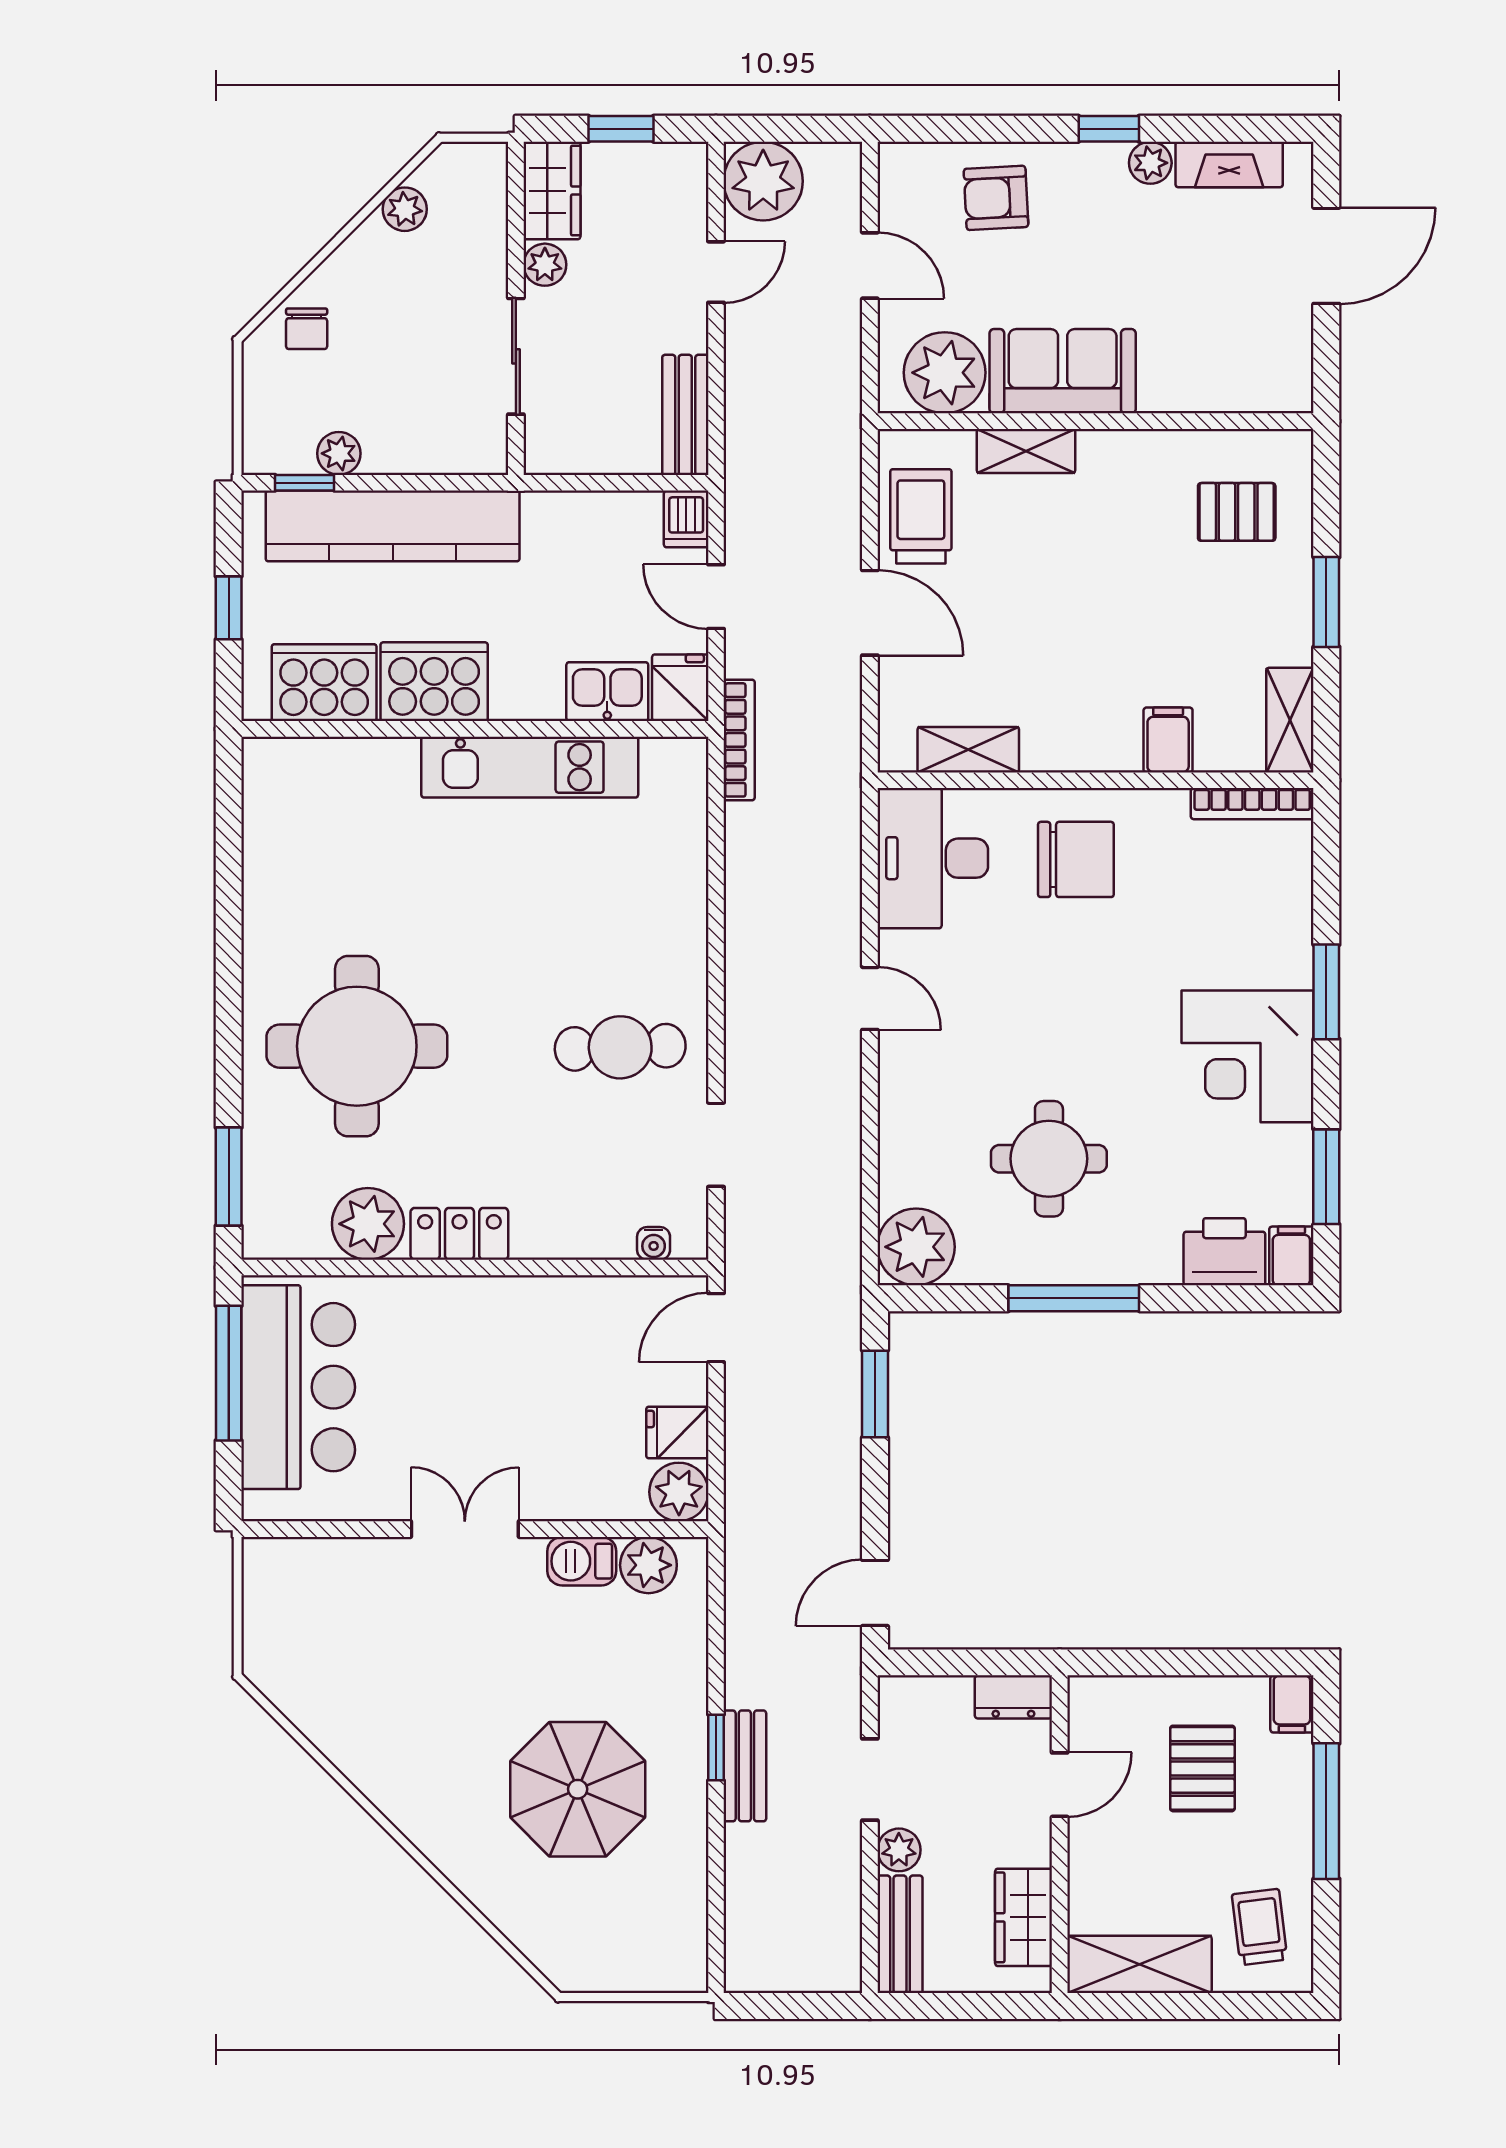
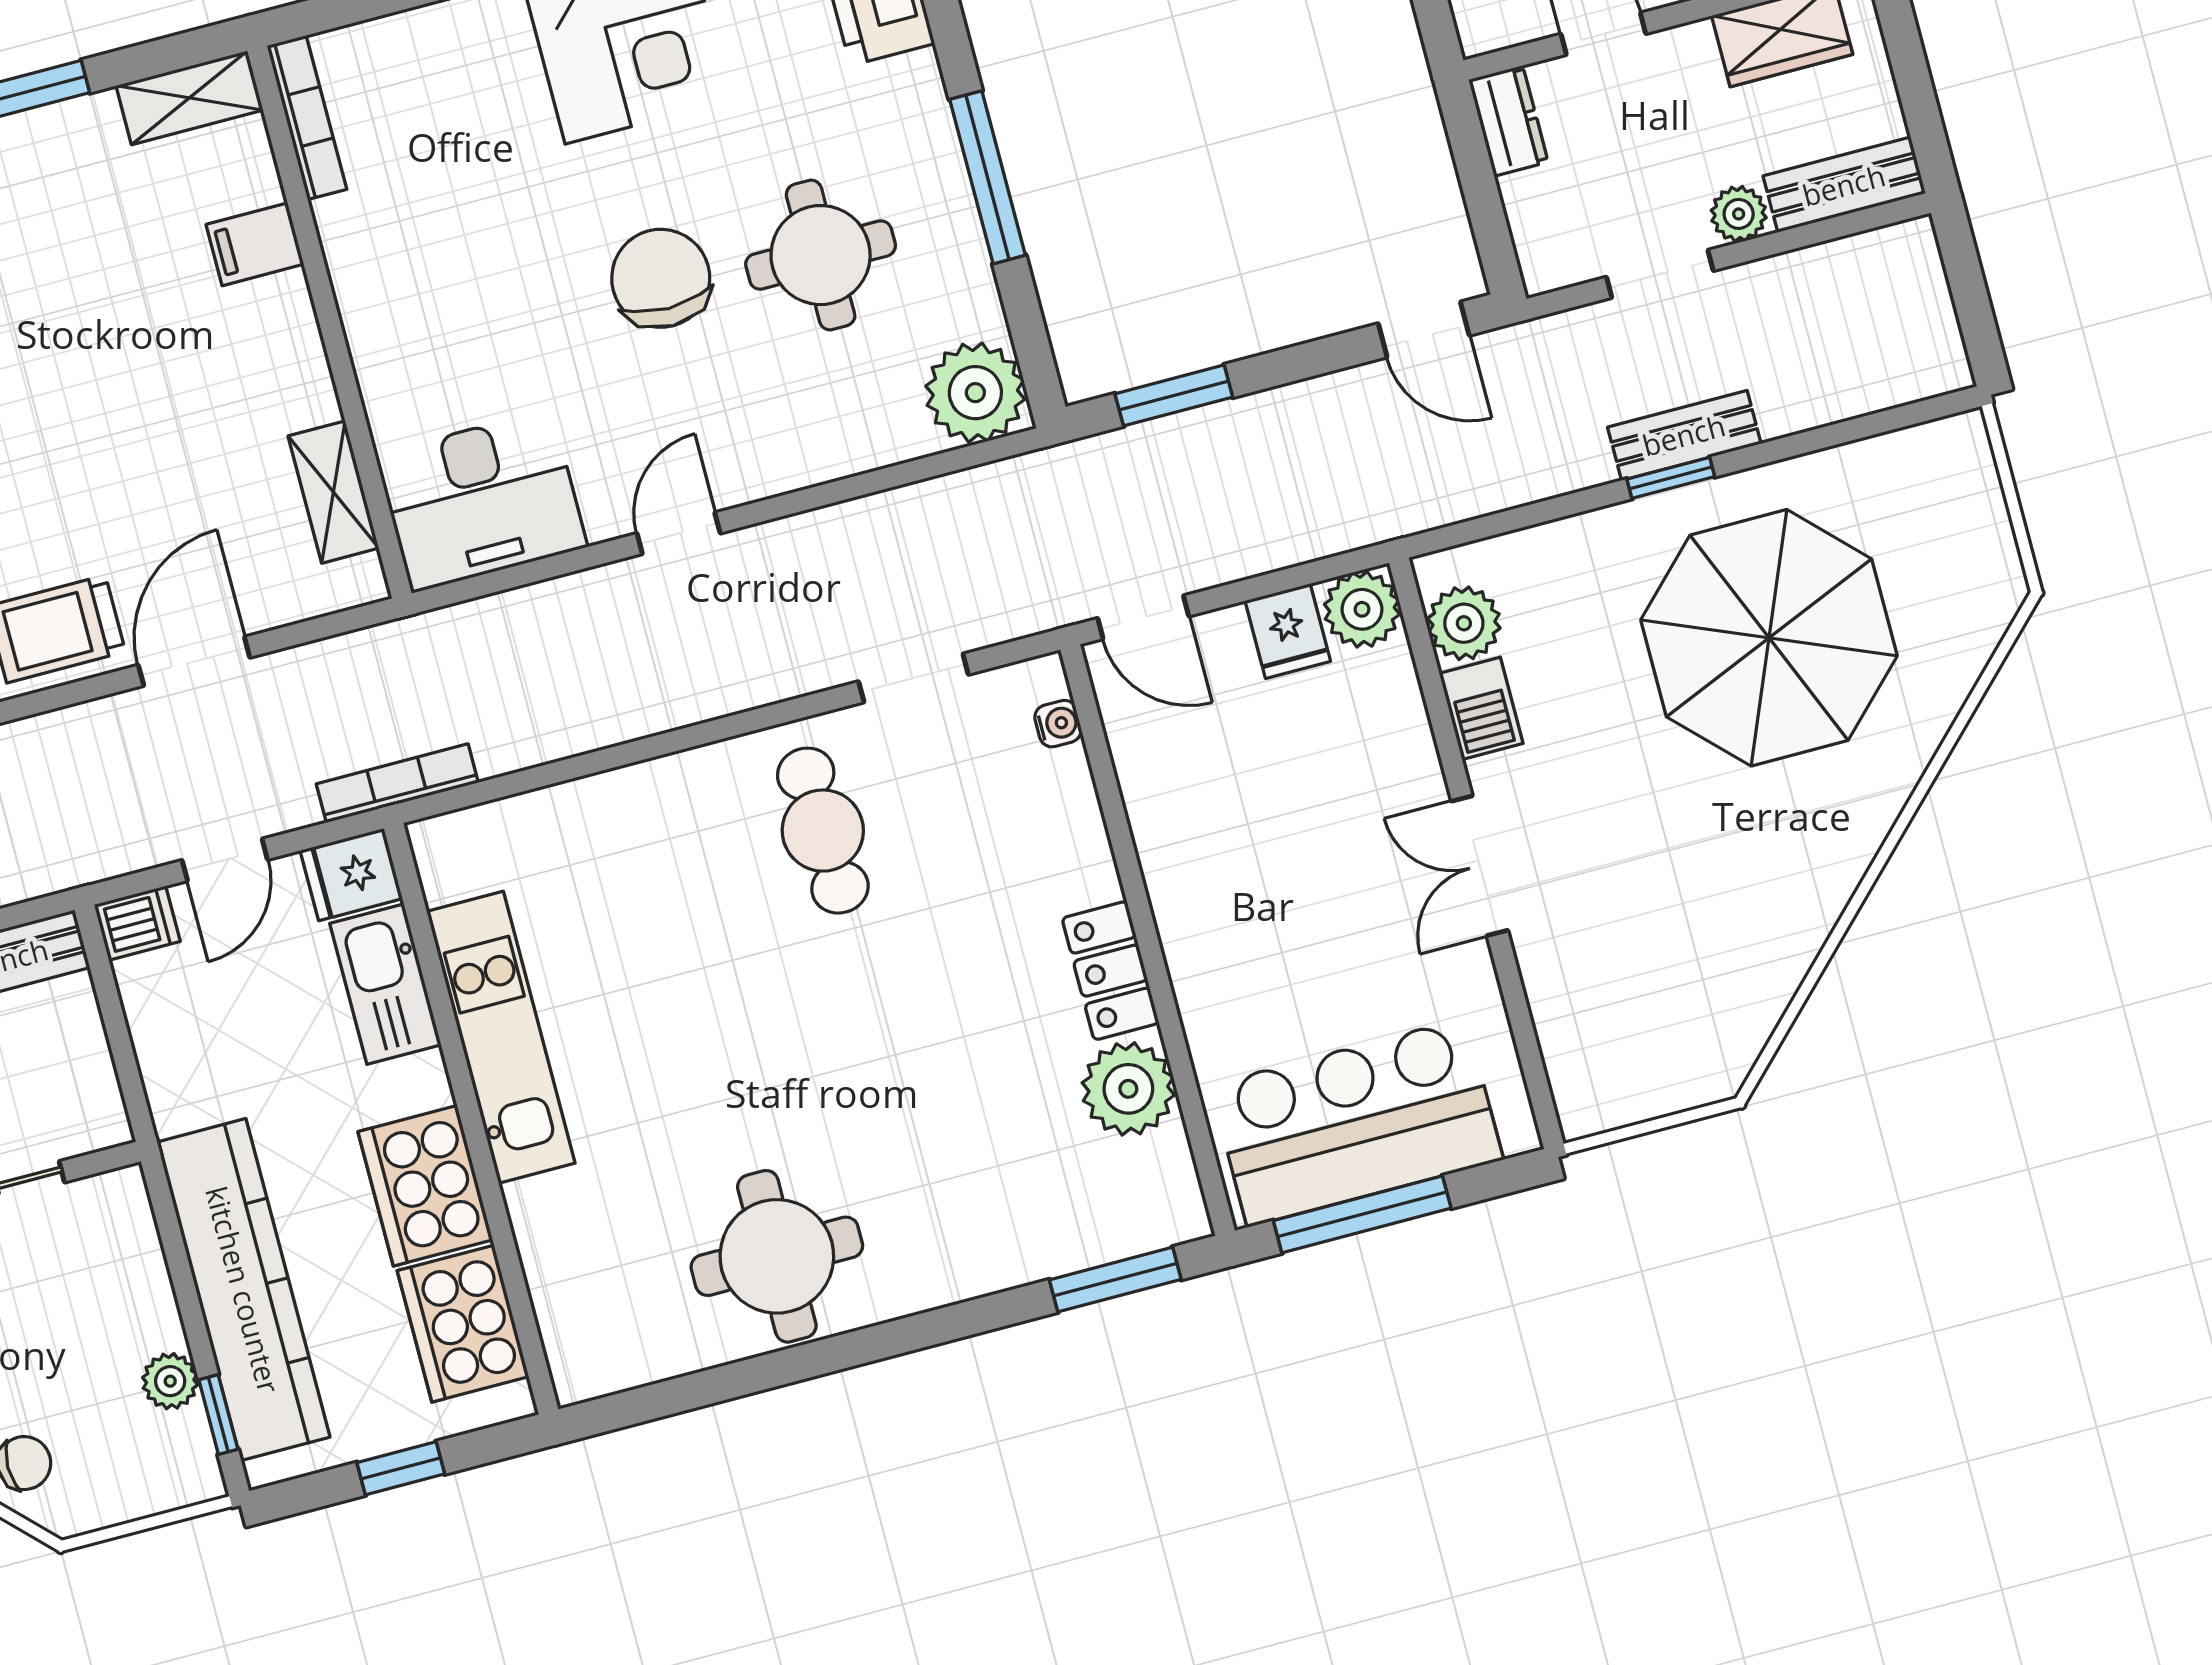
kitchen sink: (607, 692) -> (385, 984), width x1.38
chair: (1076, 859) -> (661, 278), moved
round table: (357, 1046) -> (777, 1256), moved, width x0.73, depth x0.73
parasol: (578, 1789) -> (1769, 638), width x1.36, depth x1.36

